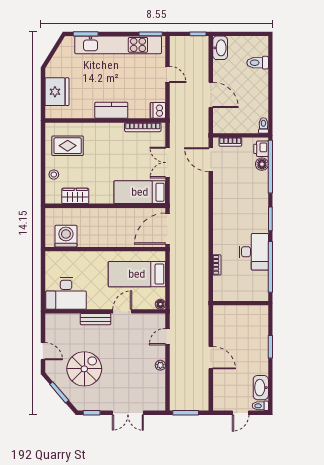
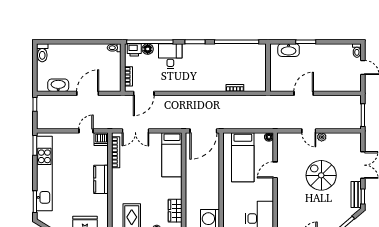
washbasin: (220, 48) -> (58, 85), moved
toilet: (258, 63) -> (42, 53), moved
door: (167, 74) -> (86, 131), moved
double door: (167, 163) -> (135, 131), moved
door: (167, 229) -> (203, 131), hinge flipped
desk: (254, 252) -> (170, 56), moved, width x0.73
door: (122, 311) -> (275, 170), hinge flipped
bench: (96, 319) -> (356, 194), moved
door: (167, 337) -> (309, 131), moved
door: (211, 358) -> (304, 93), moved
spiral stairs: (84, 369) -> (321, 175), moved
washbasin: (261, 388) -> (289, 50), moved

